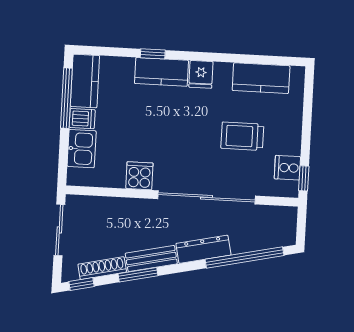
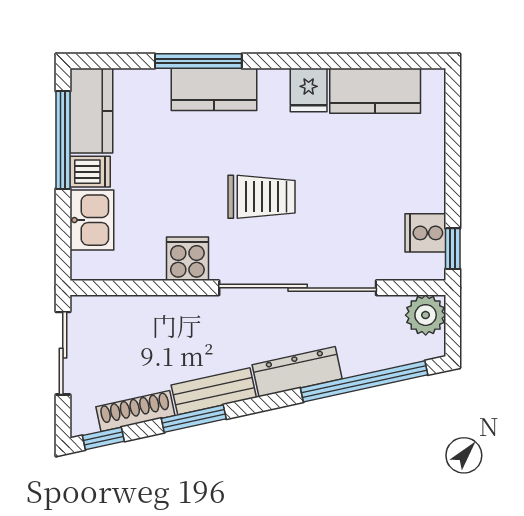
window: (153, 54) -> (198, 61), width x2.17
fridge: (201, 74) -> (309, 90), moved
trolley: (242, 136) -> (261, 197), moved, turned 180
plant: (285, 218) -> (426, 315), added

